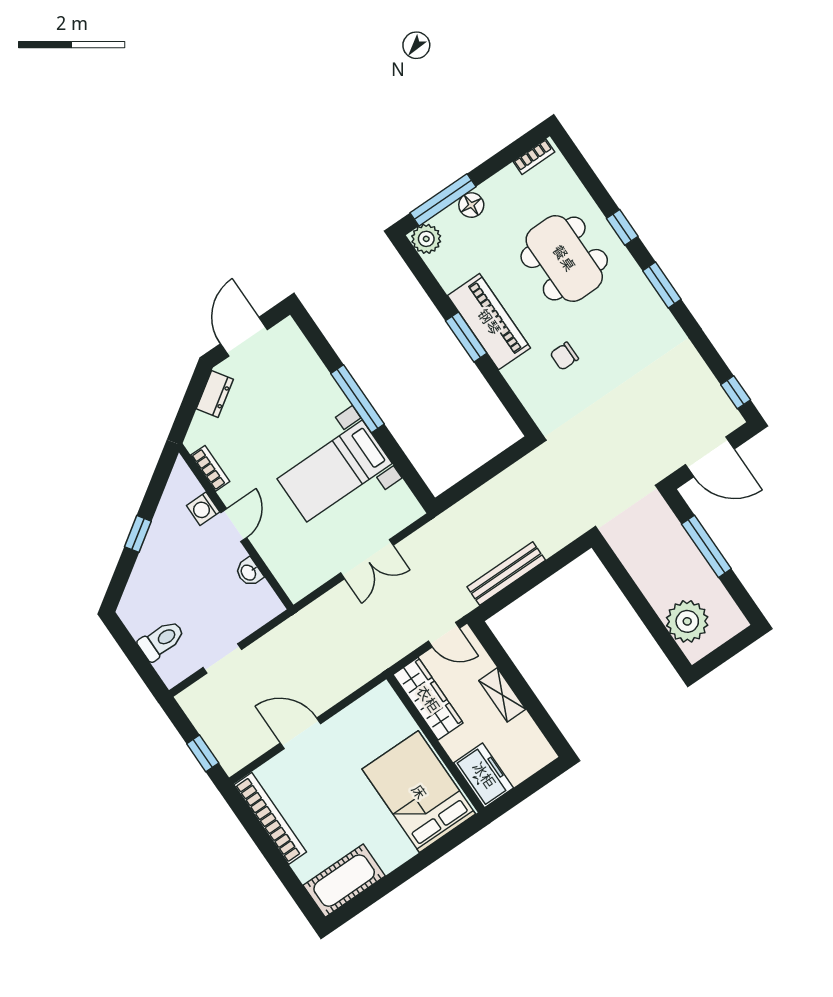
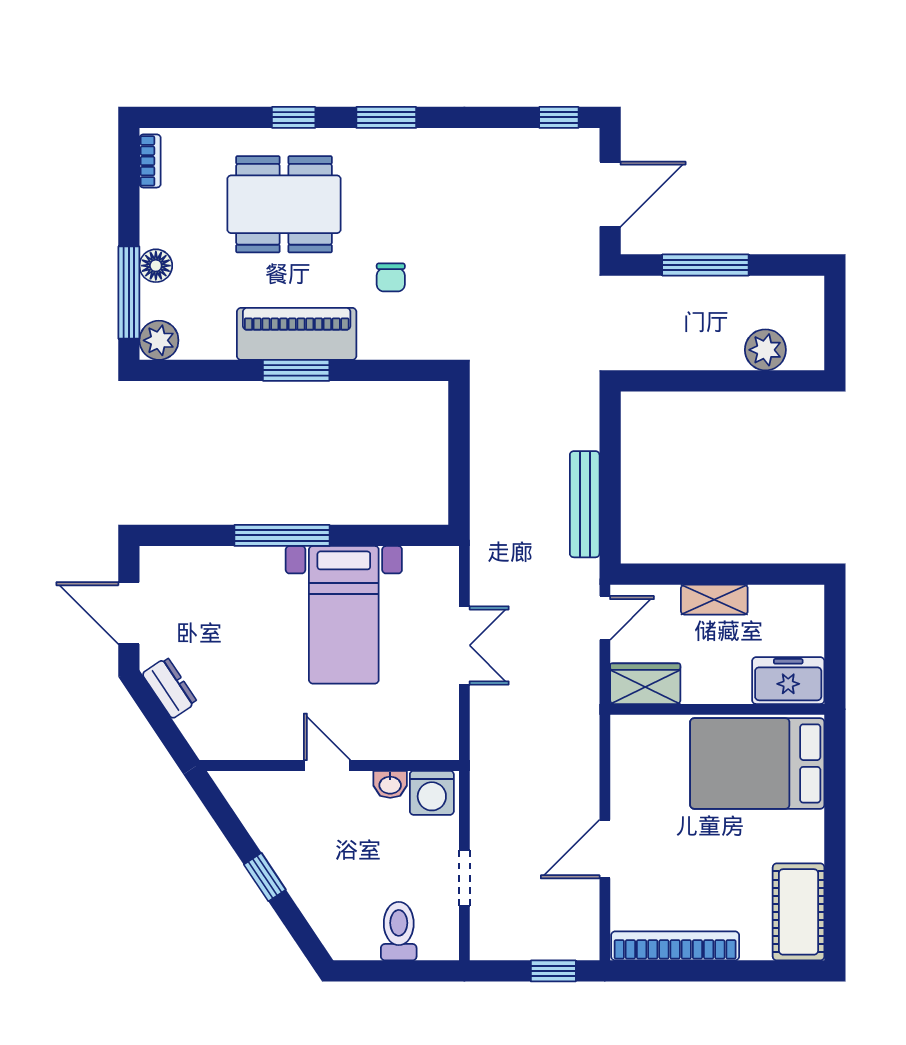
bookcase: (210, 468) -> (247, 749), removed
washing machine: (203, 509) -> (432, 793), moved, width x1.38, depth x1.38
plant: (687, 621) -> (765, 350), width x0.73, depth x0.73
wardrobe: (428, 699) -> (645, 684), width x0.67

